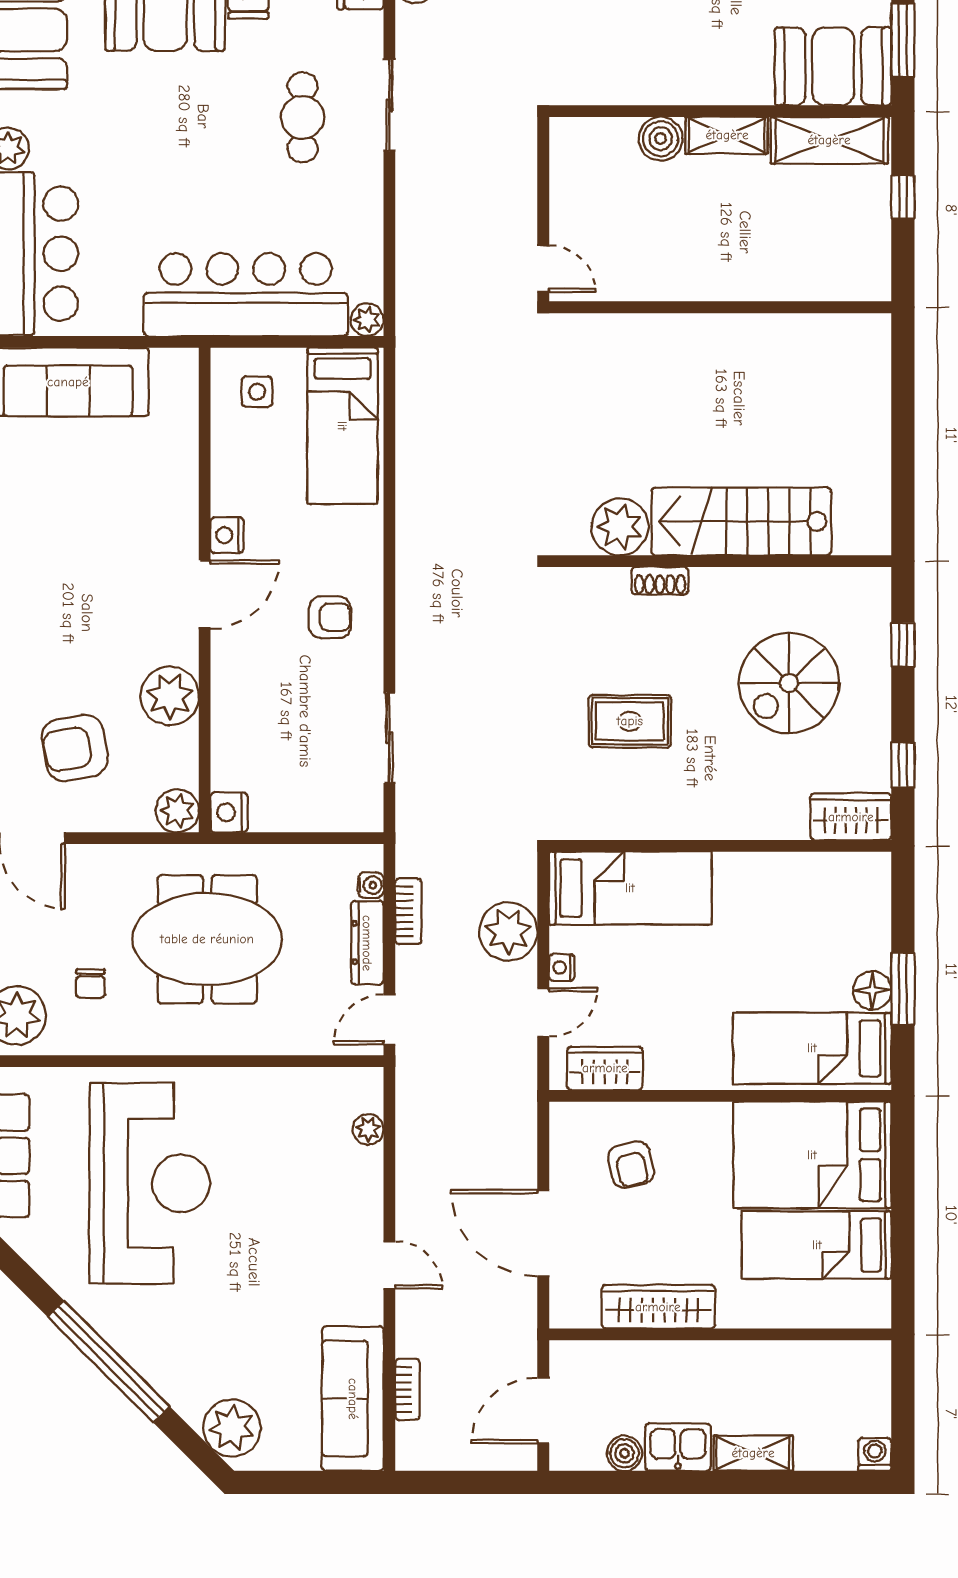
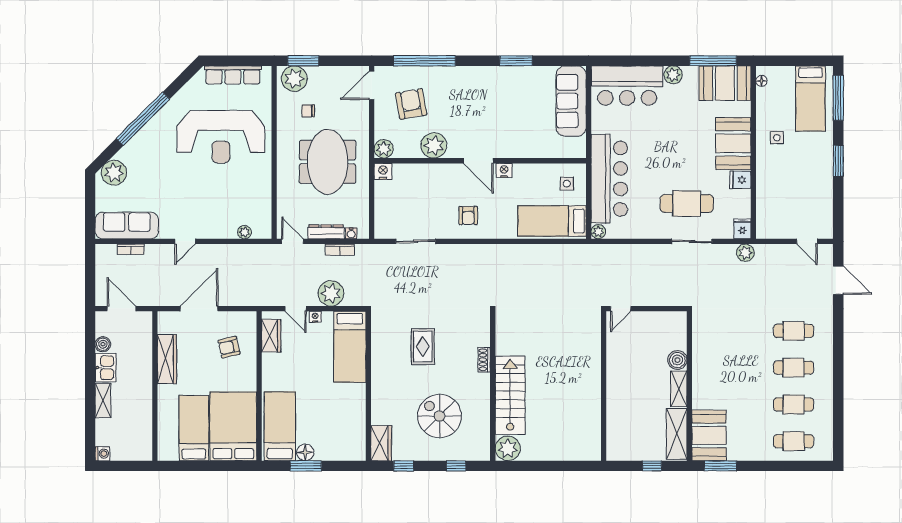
cafe table: (303, 117) -> (687, 204), width x1.37, depth x1.35
plant: (620, 527) -> (508, 448), moved

